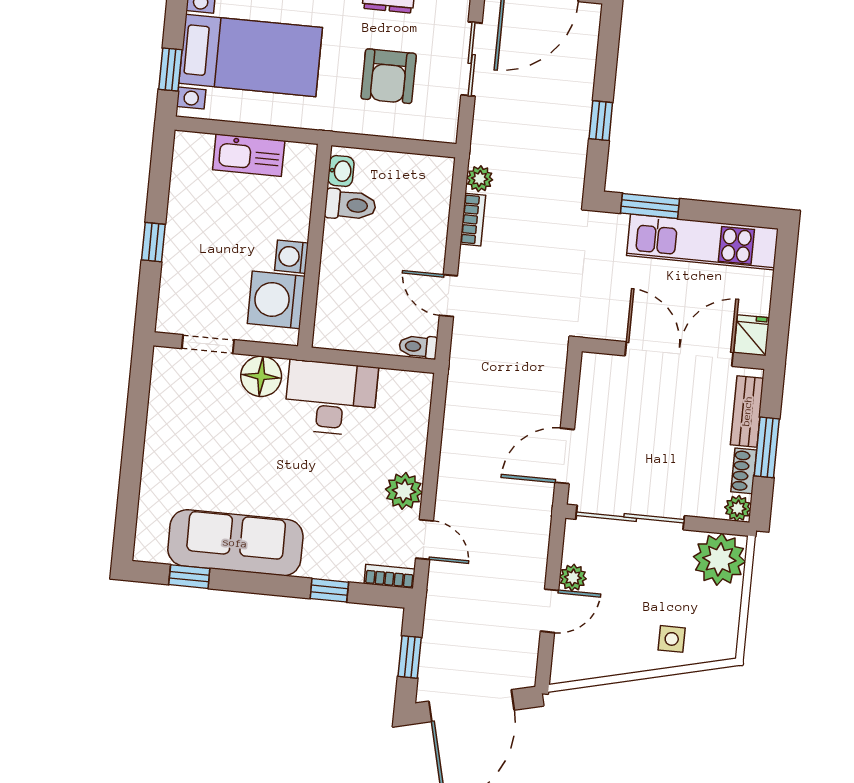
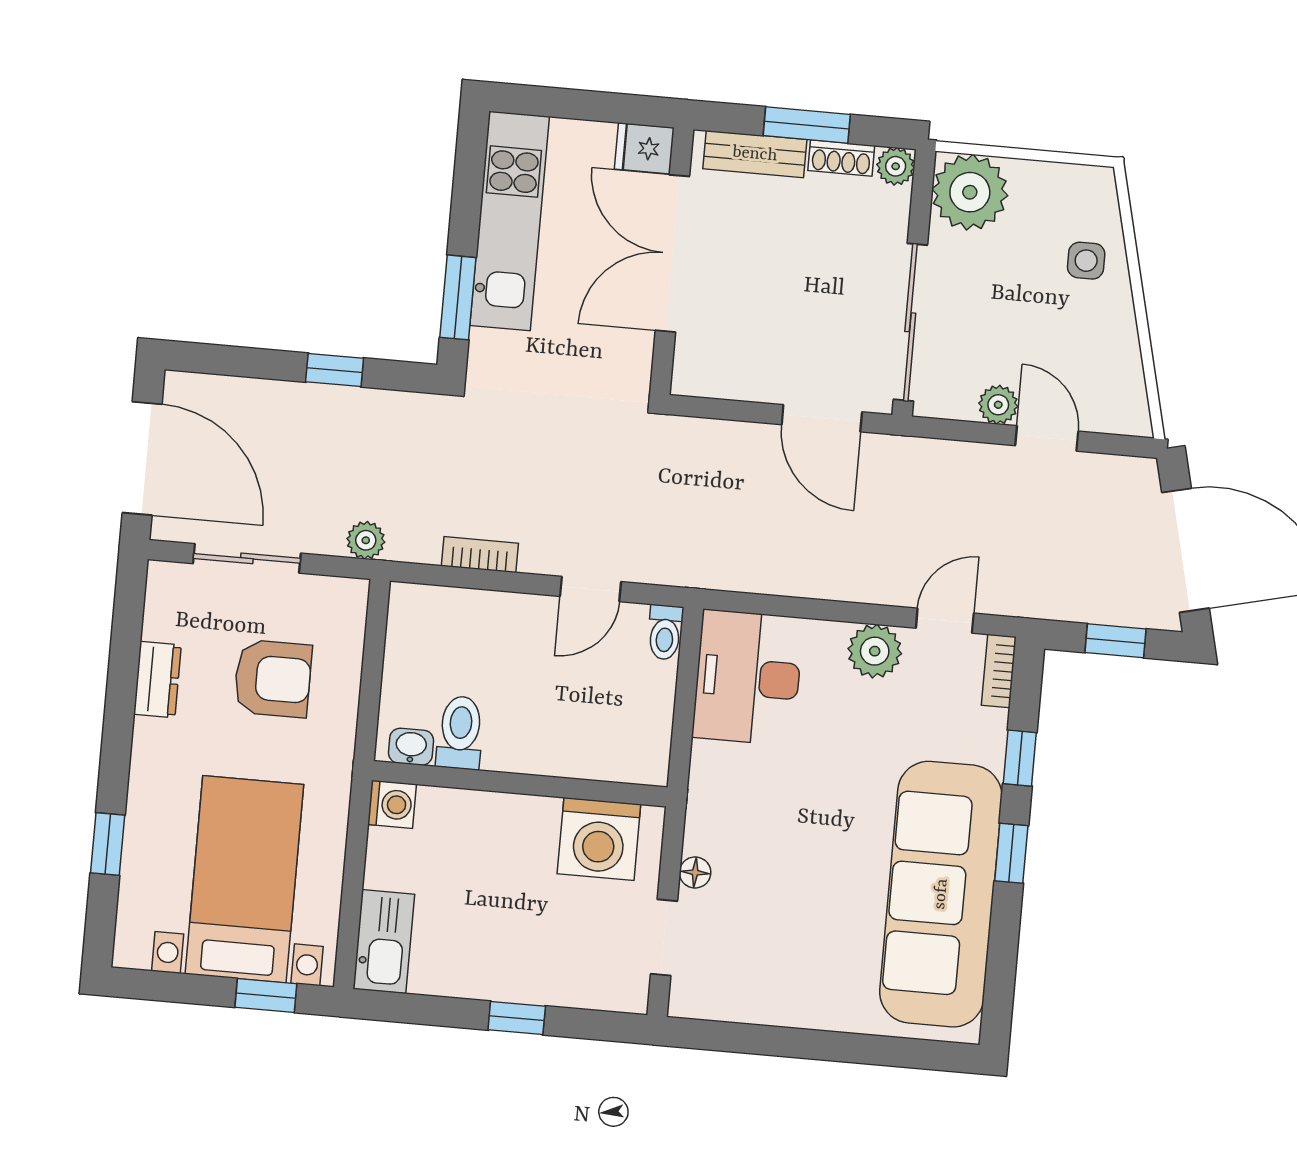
kitchen sink: (249, 155) -> (384, 942), moved
plant: (480, 179) -> (366, 540), moved
washing machine: (292, 257) -> (392, 804), moved, turned -90
floor lamp: (261, 376) -> (695, 872), width x0.53, depth x0.53
desk: (331, 398) -> (748, 678), moved
sofa: (235, 543) -> (941, 894), width x1.36, depth x1.27
window: (189, 577) -> (1011, 853), moved

